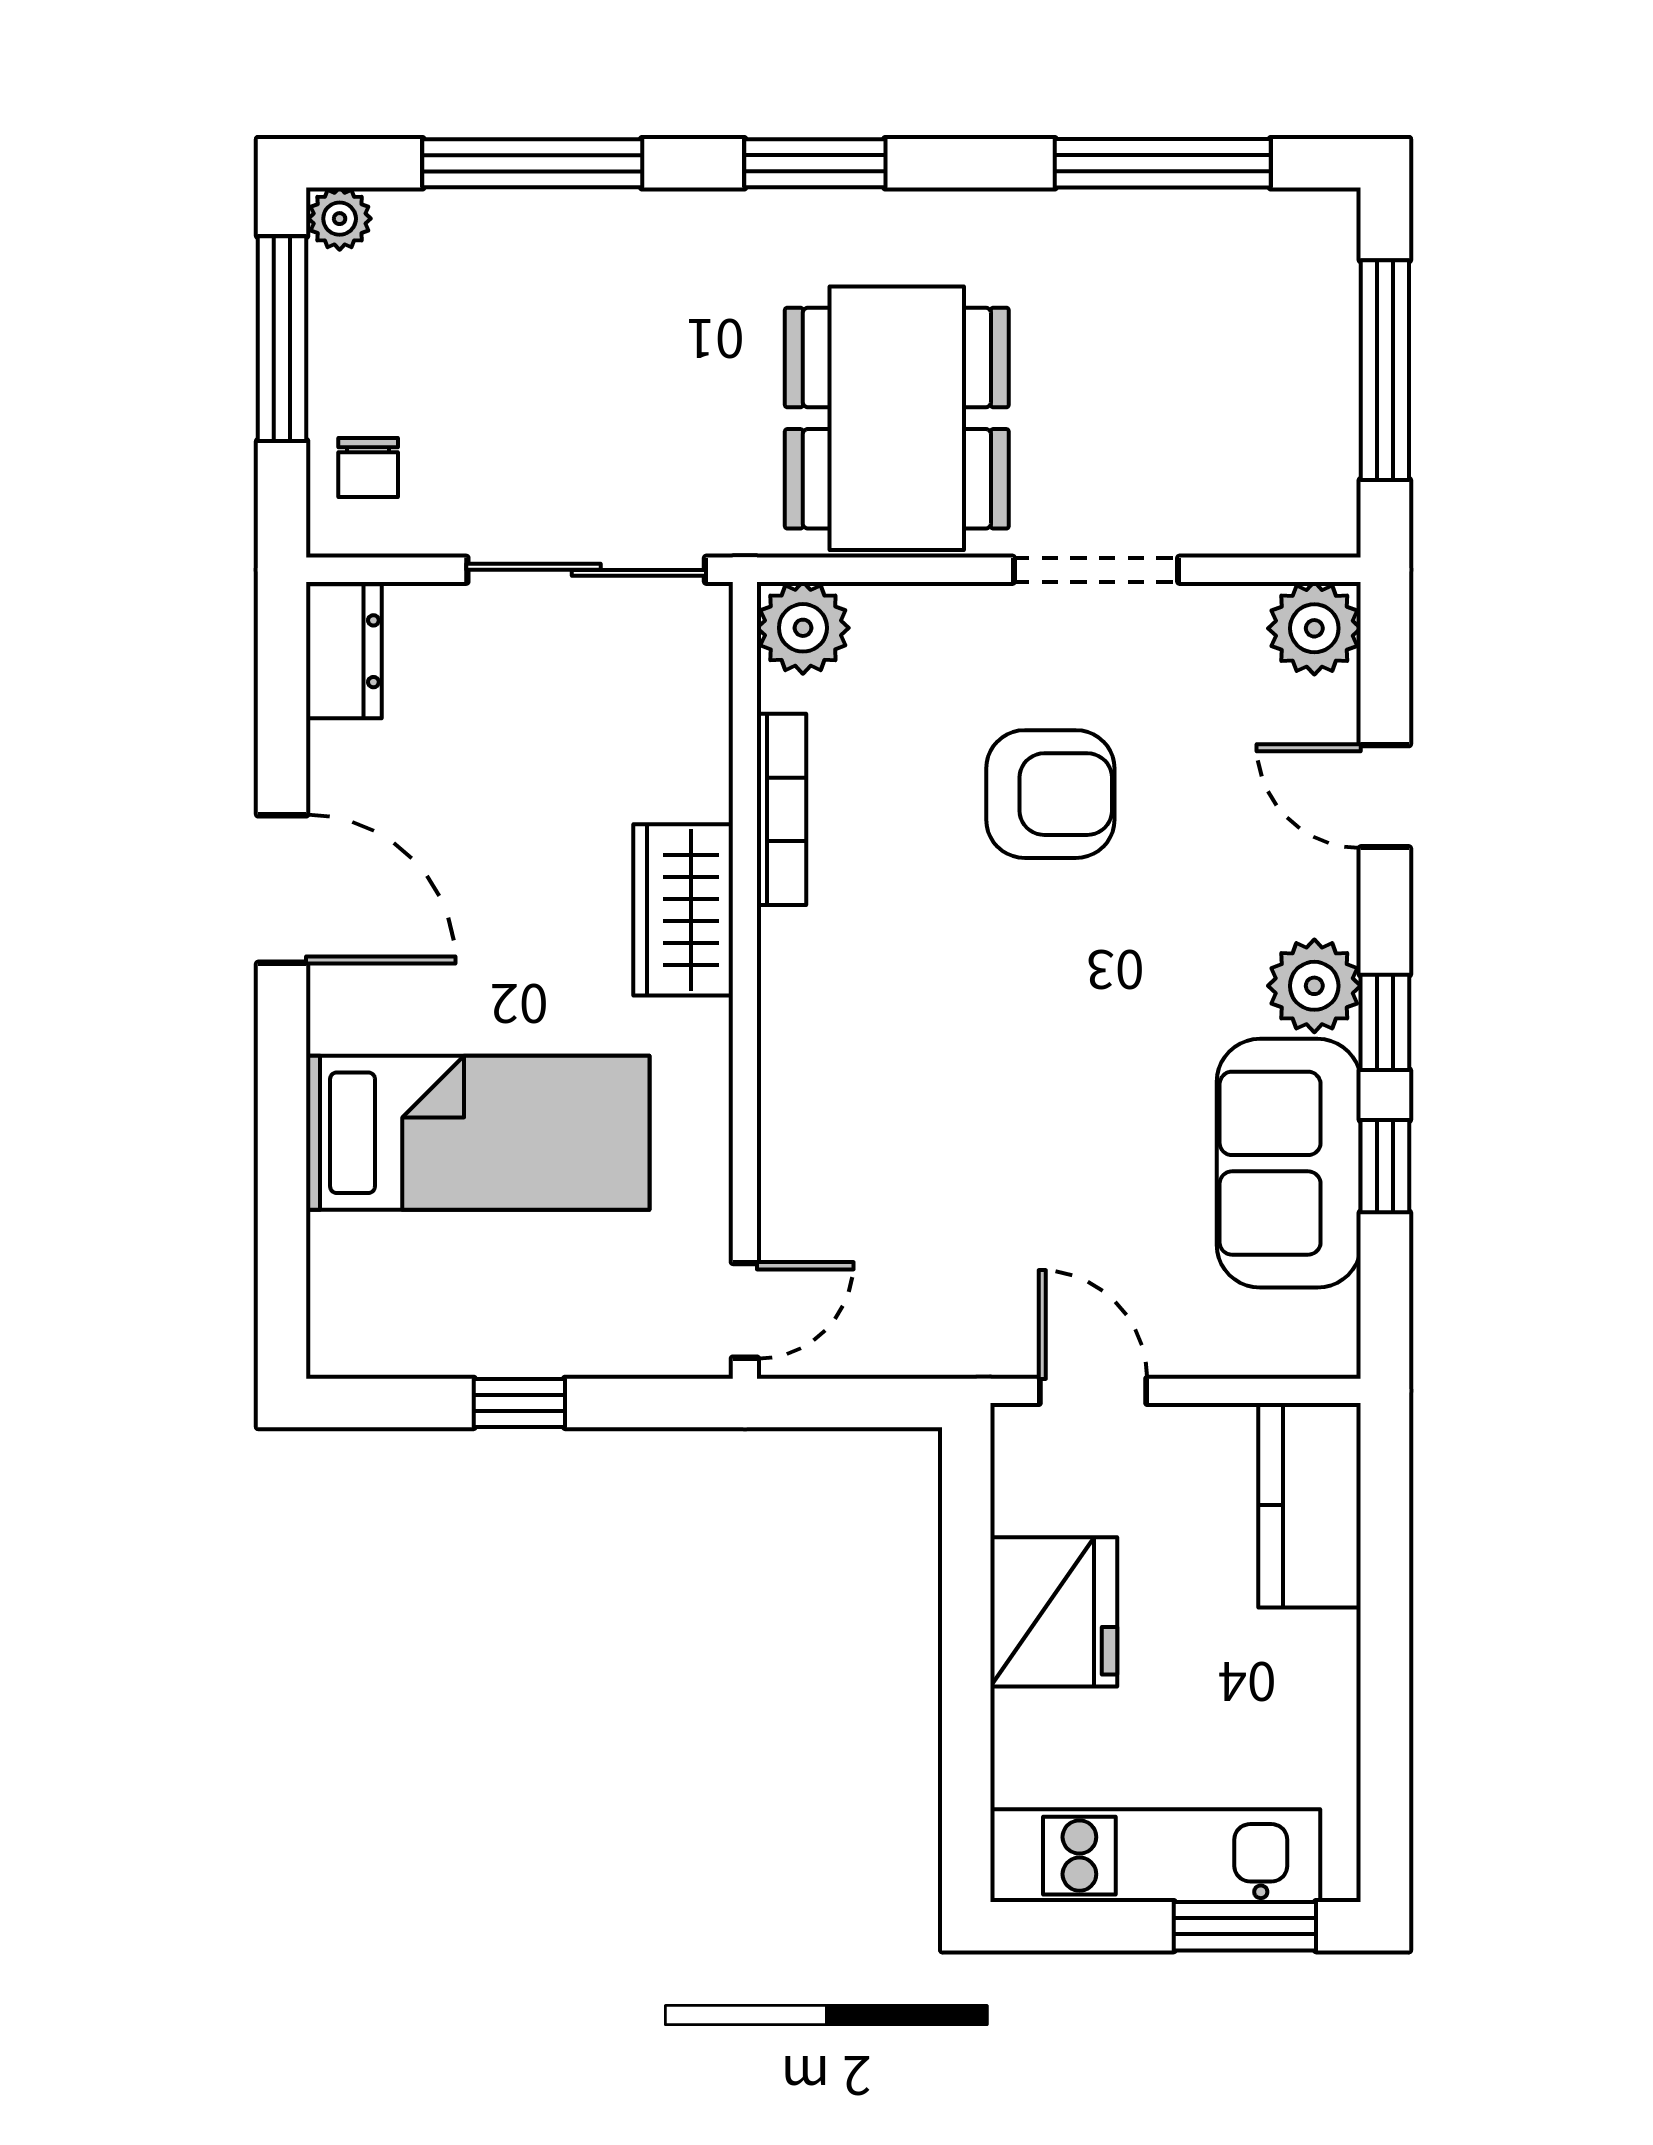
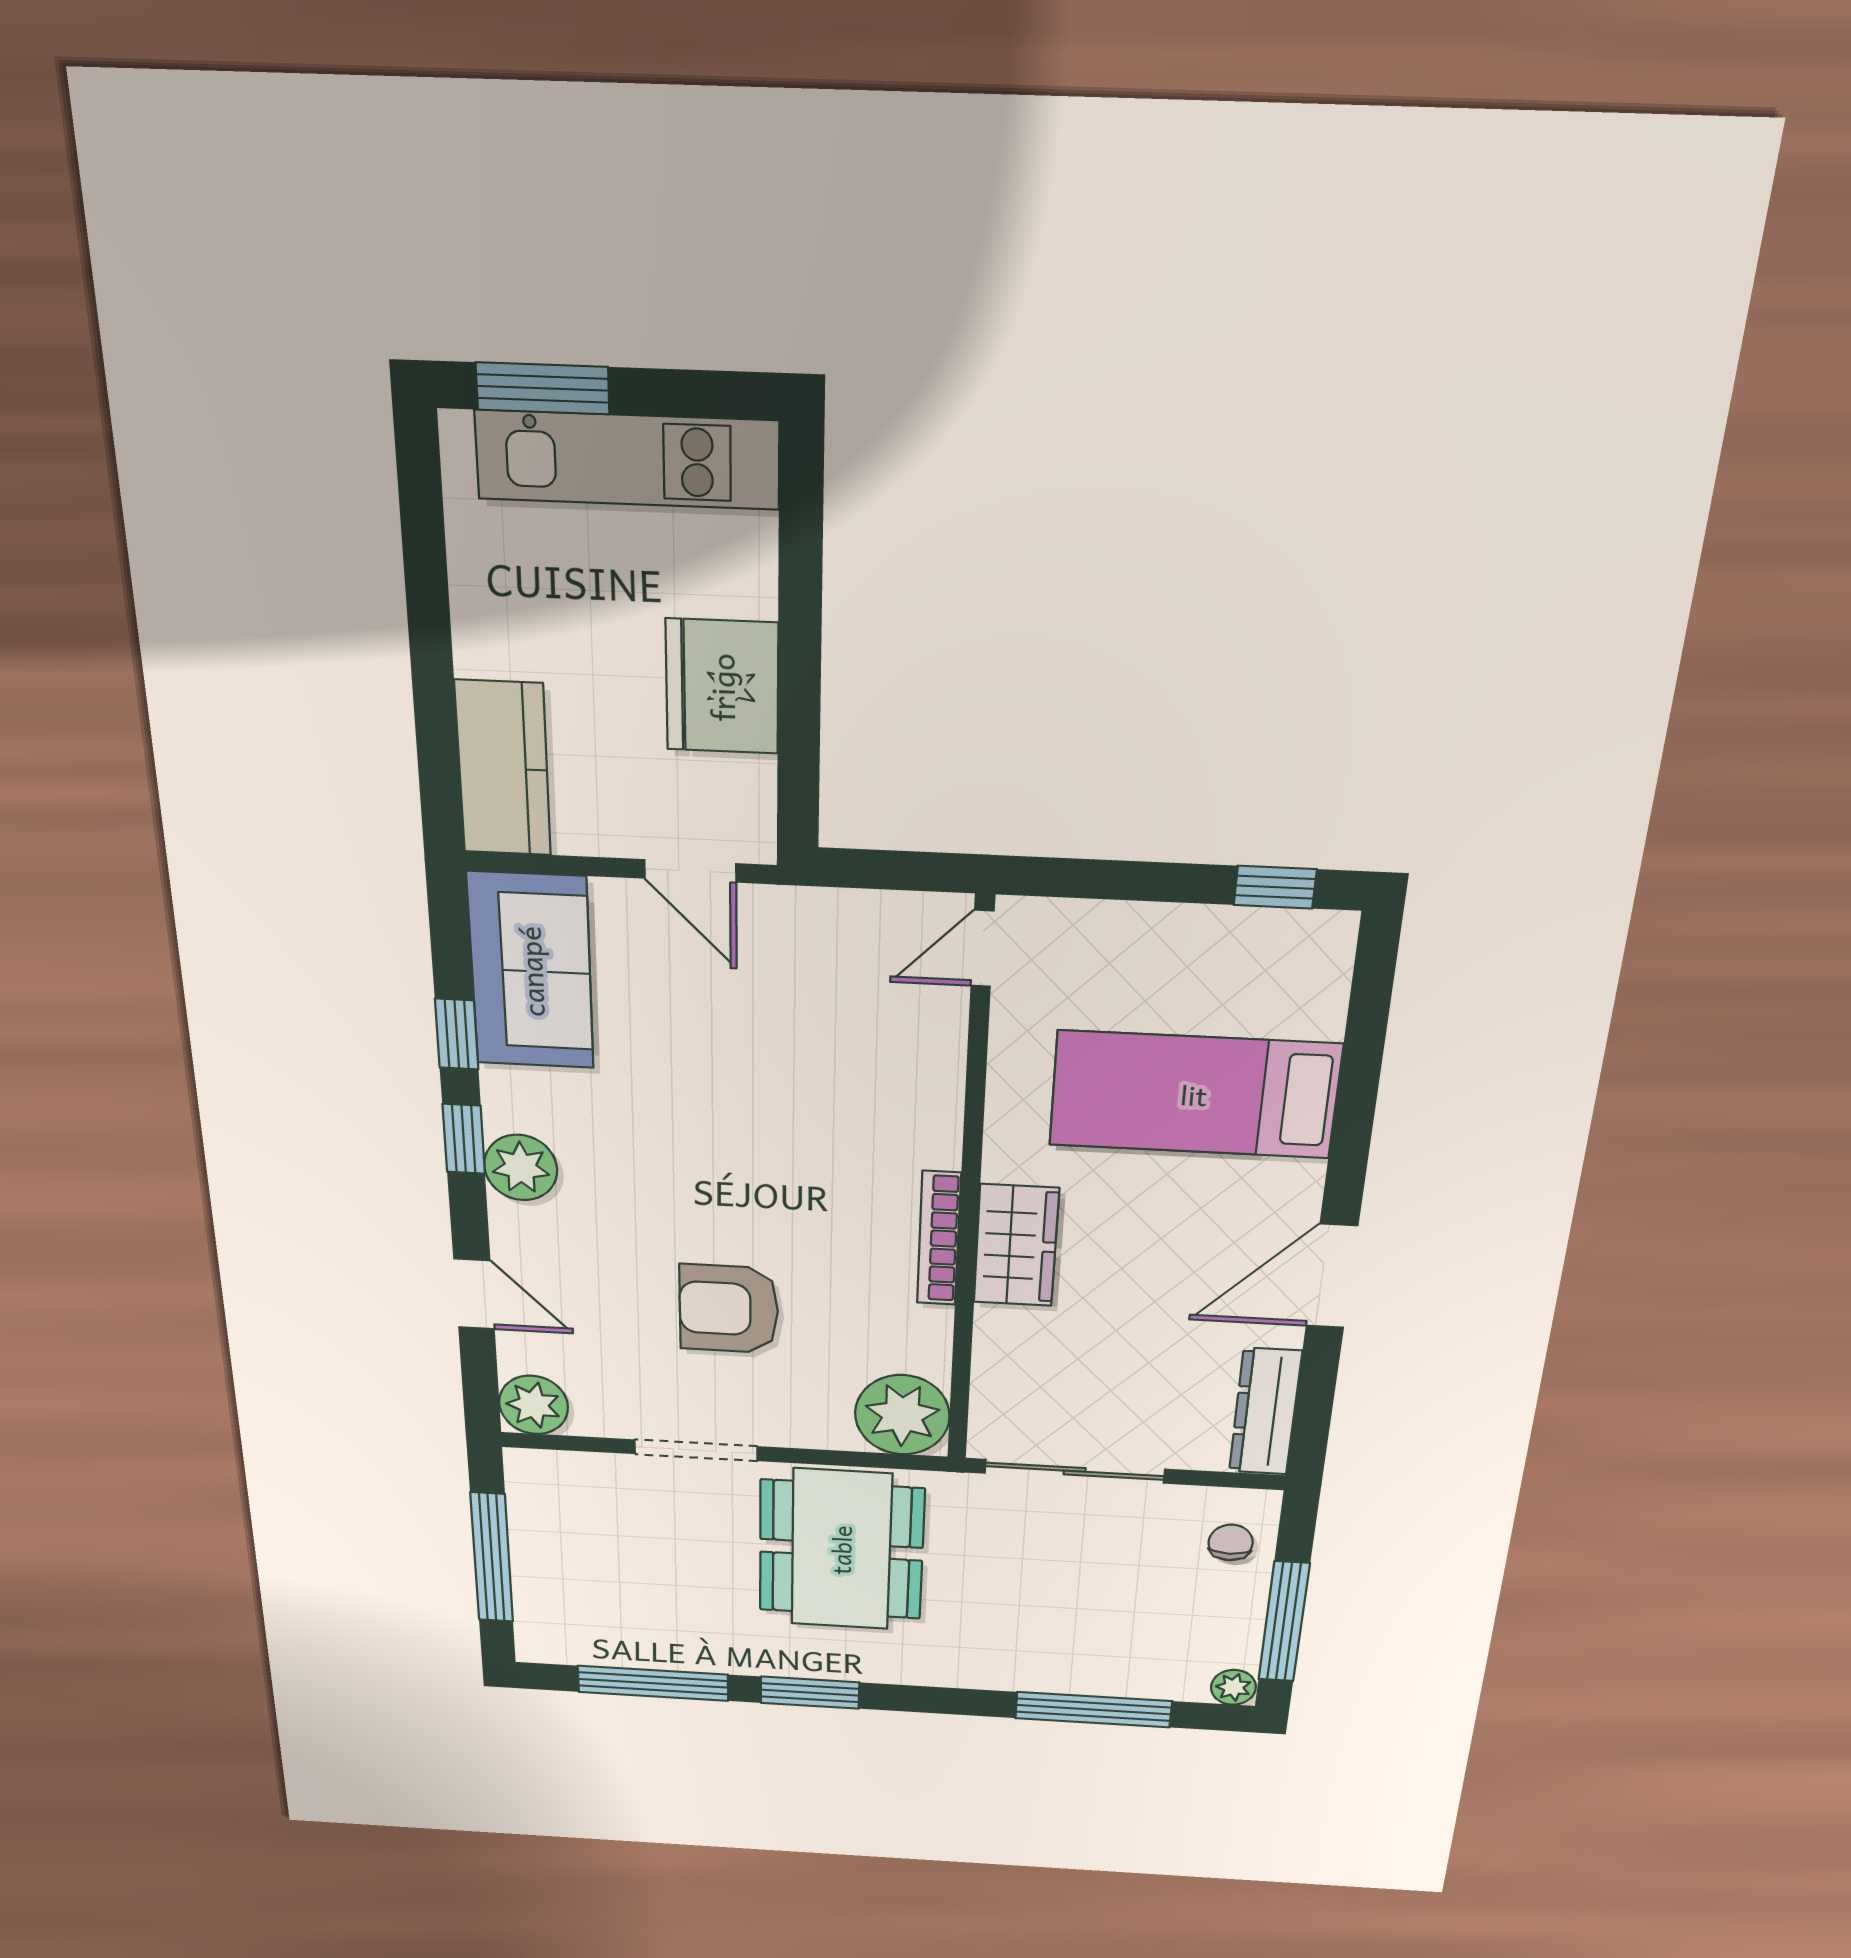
window: (815, 163) -> (810, 1693), moved
plant: (803, 628) -> (902, 1415), width x1.36, depth x1.36
dresser: (344, 651) -> (1265, 1412), width x1.44
bookcase: (781, 809) -> (939, 1238), moved
door: (282, 889) -> (1332, 1276), hinge flipped
sofa: (1289, 1163) -> (531, 971), moved
window: (519, 1403) -> (1275, 887), moved

